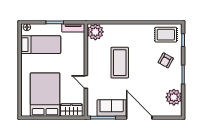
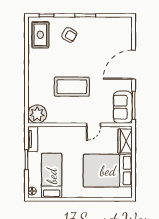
plant: (174, 97) -> (111, 26), removed
sofa: (112, 108) -> (123, 107), moved

